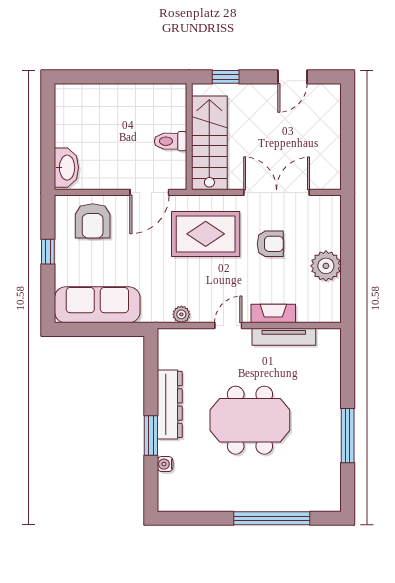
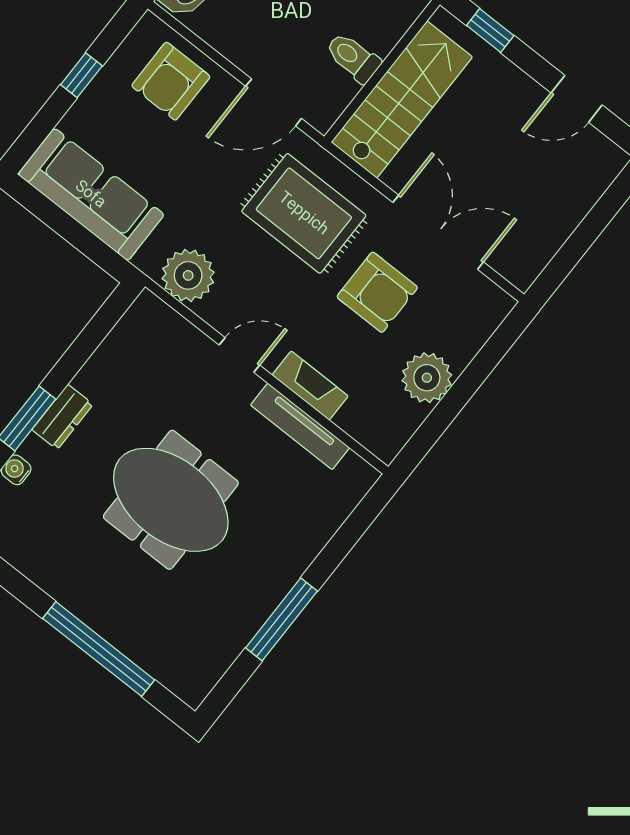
armchair: (270, 244) -> (377, 292), width x1.38, depth x1.38
plant: (181, 314) -> (188, 275), width x1.88, depth x1.88
dresser: (170, 404) -> (63, 417), width x0.51, depth x0.80

